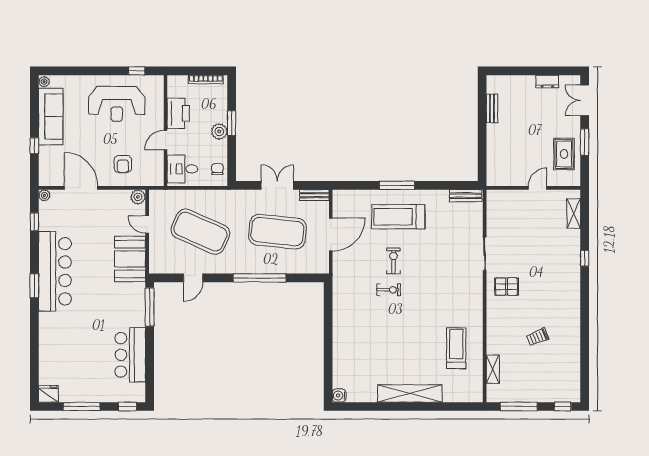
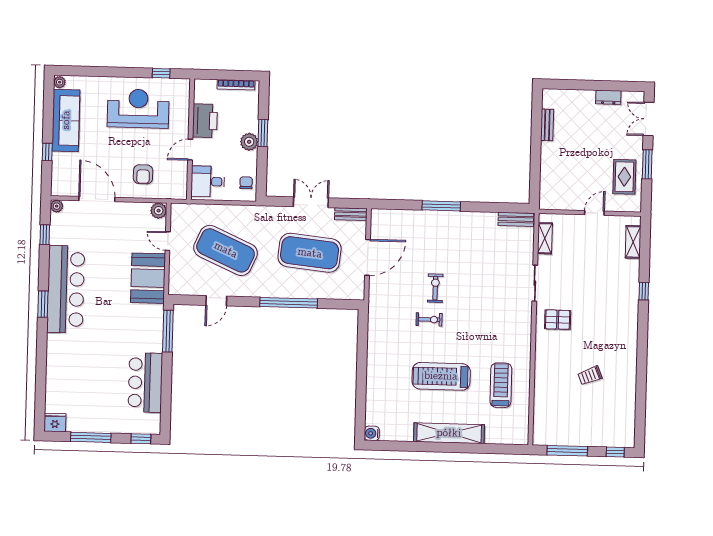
reception desk: (117, 104) -> (138, 109), turned 180
treadmill: (398, 217) -> (441, 376), moved
shelving: (493, 369) -> (545, 238), moved

